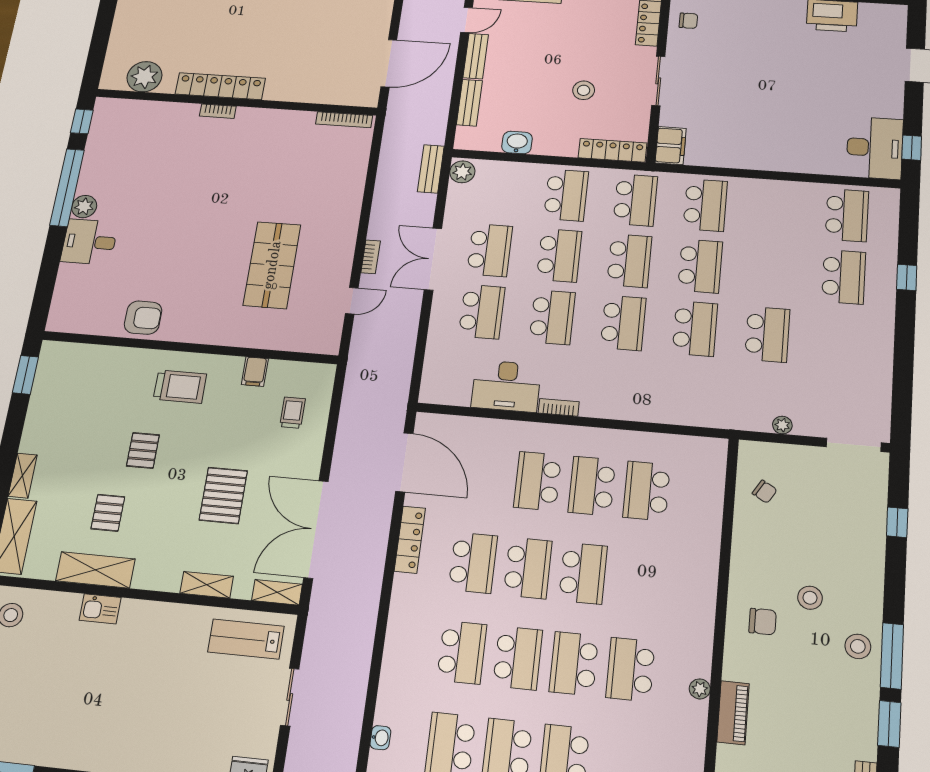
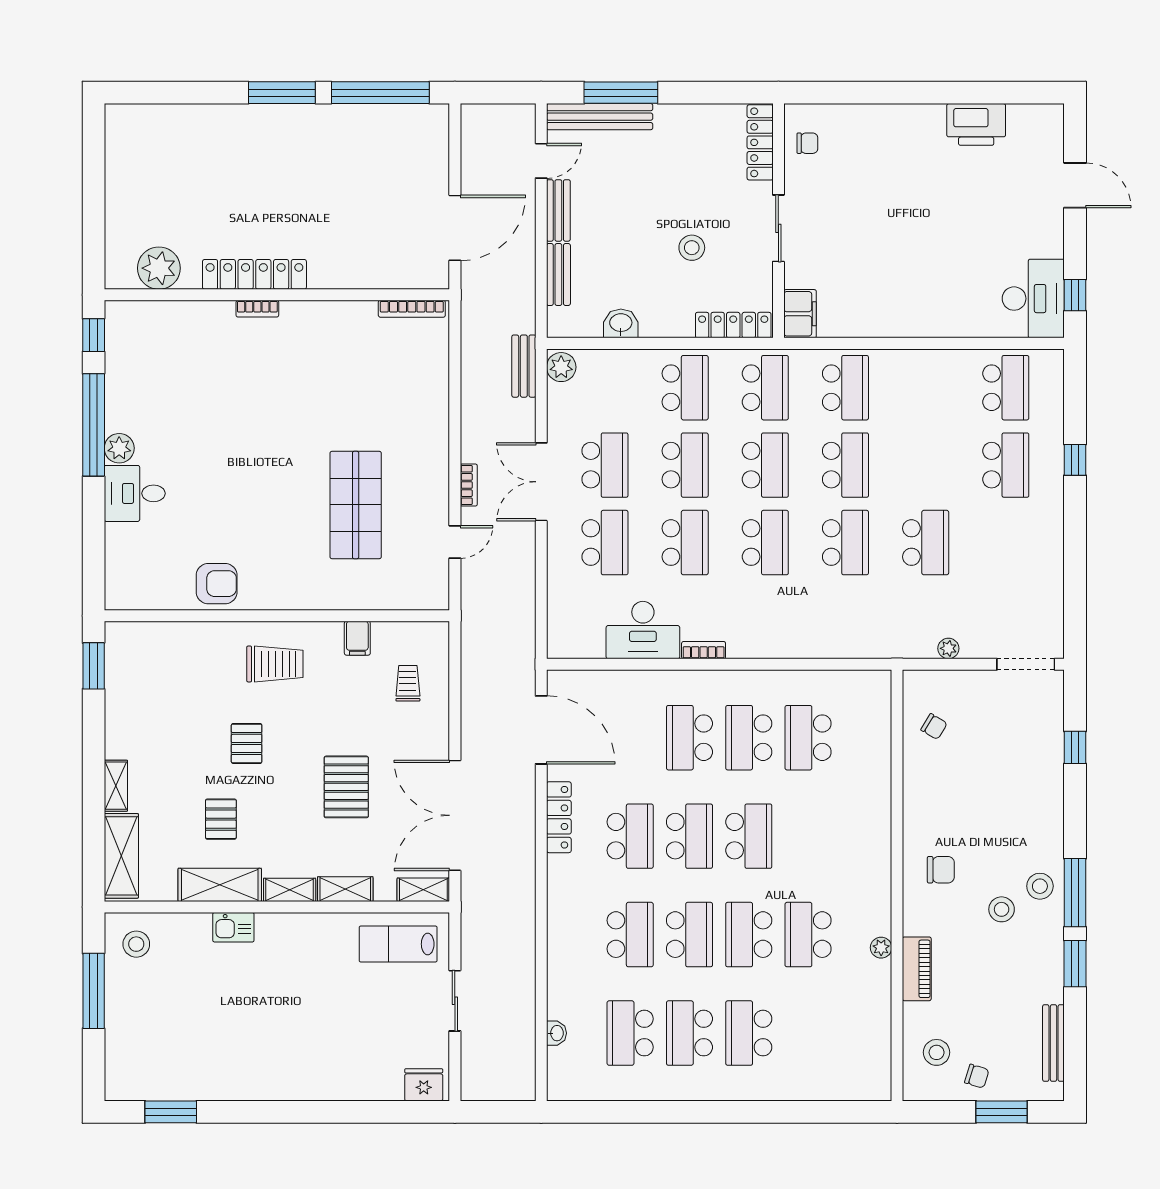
shelving: (157, 580) -> (290, 890), added
stool: (810, 598) -> (1002, 909), moved

